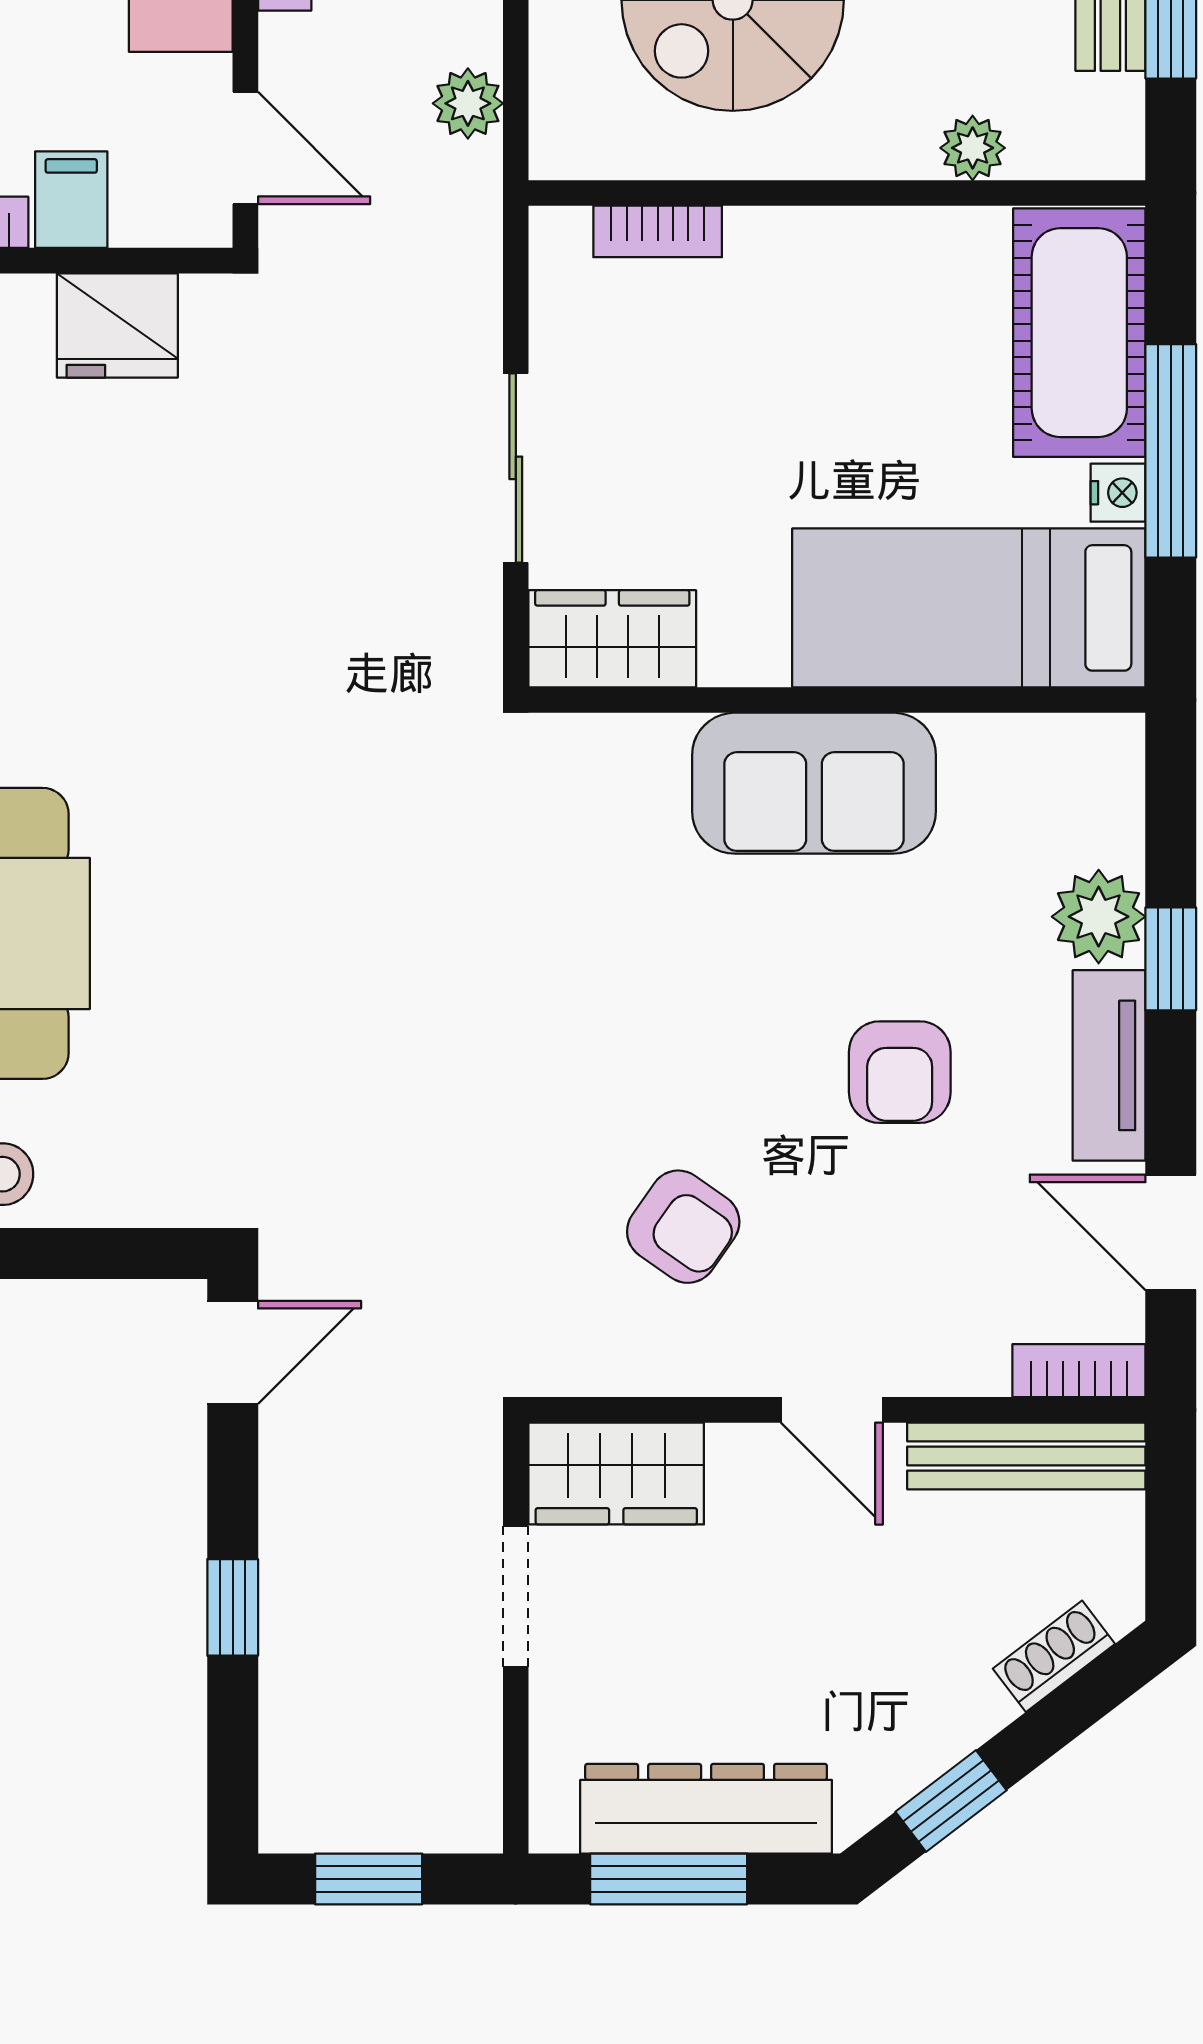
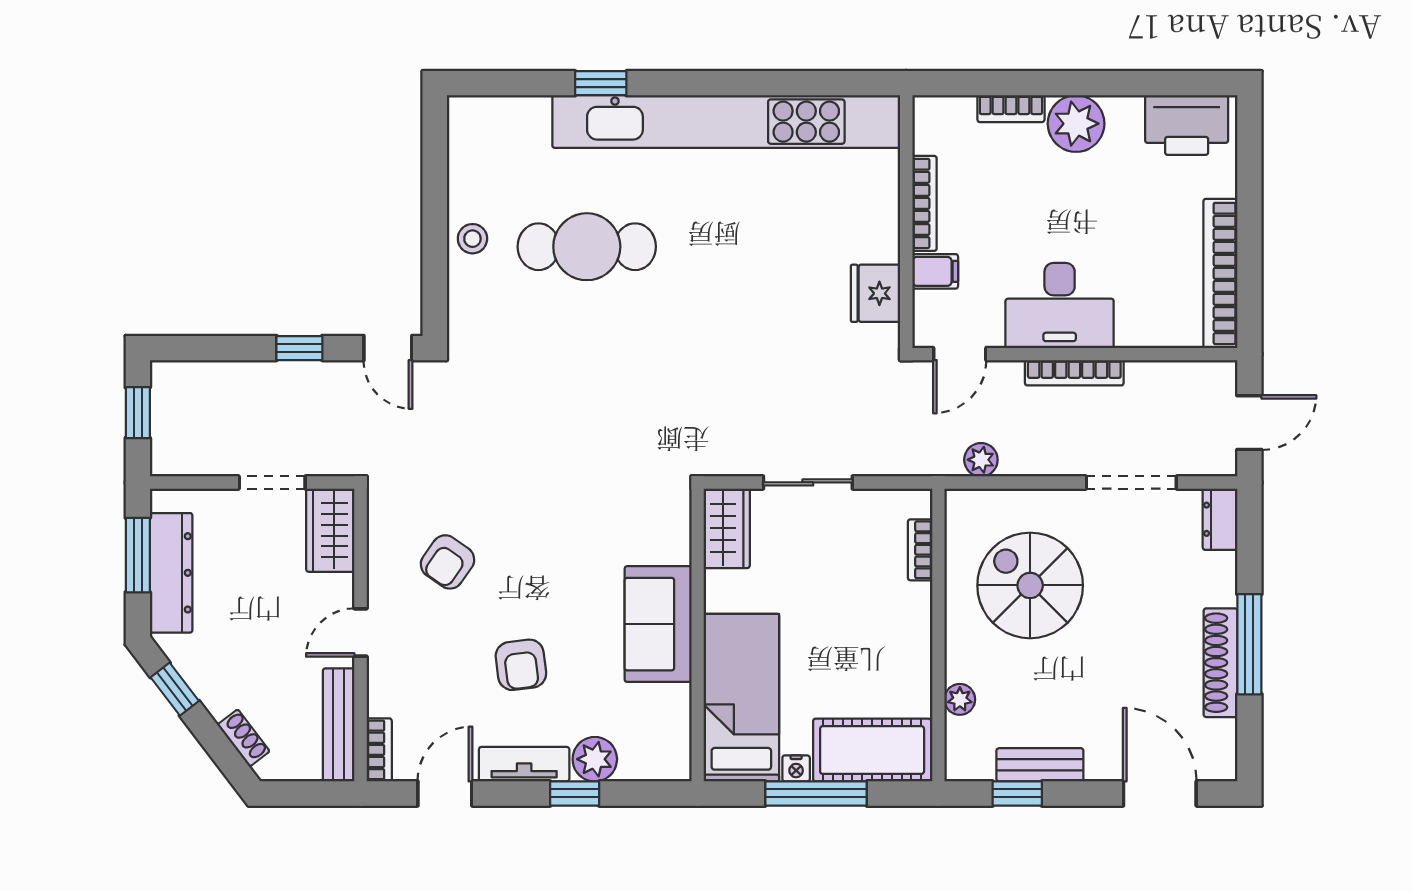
armchair: (900, 1072) -> (521, 665), turned -97
window: (233, 1607) -> (299, 348), moved

